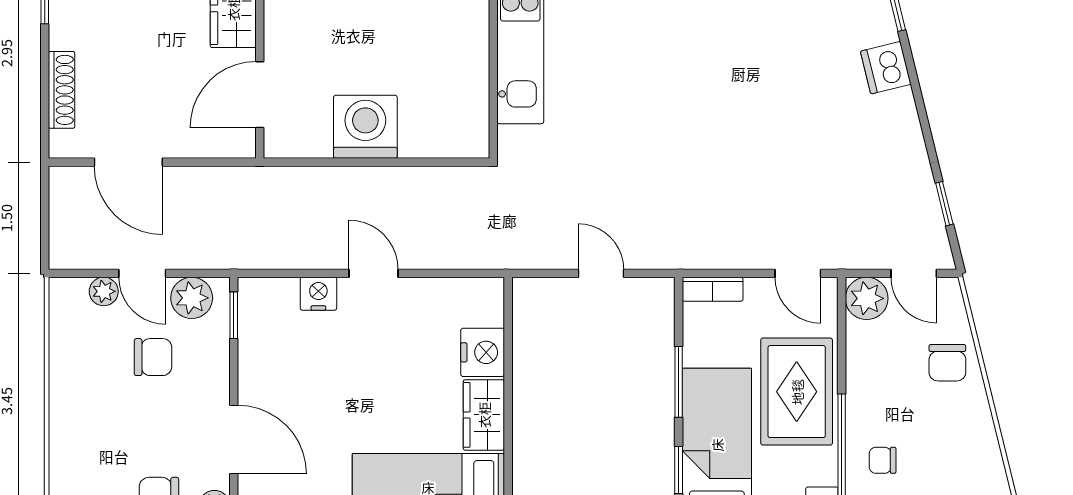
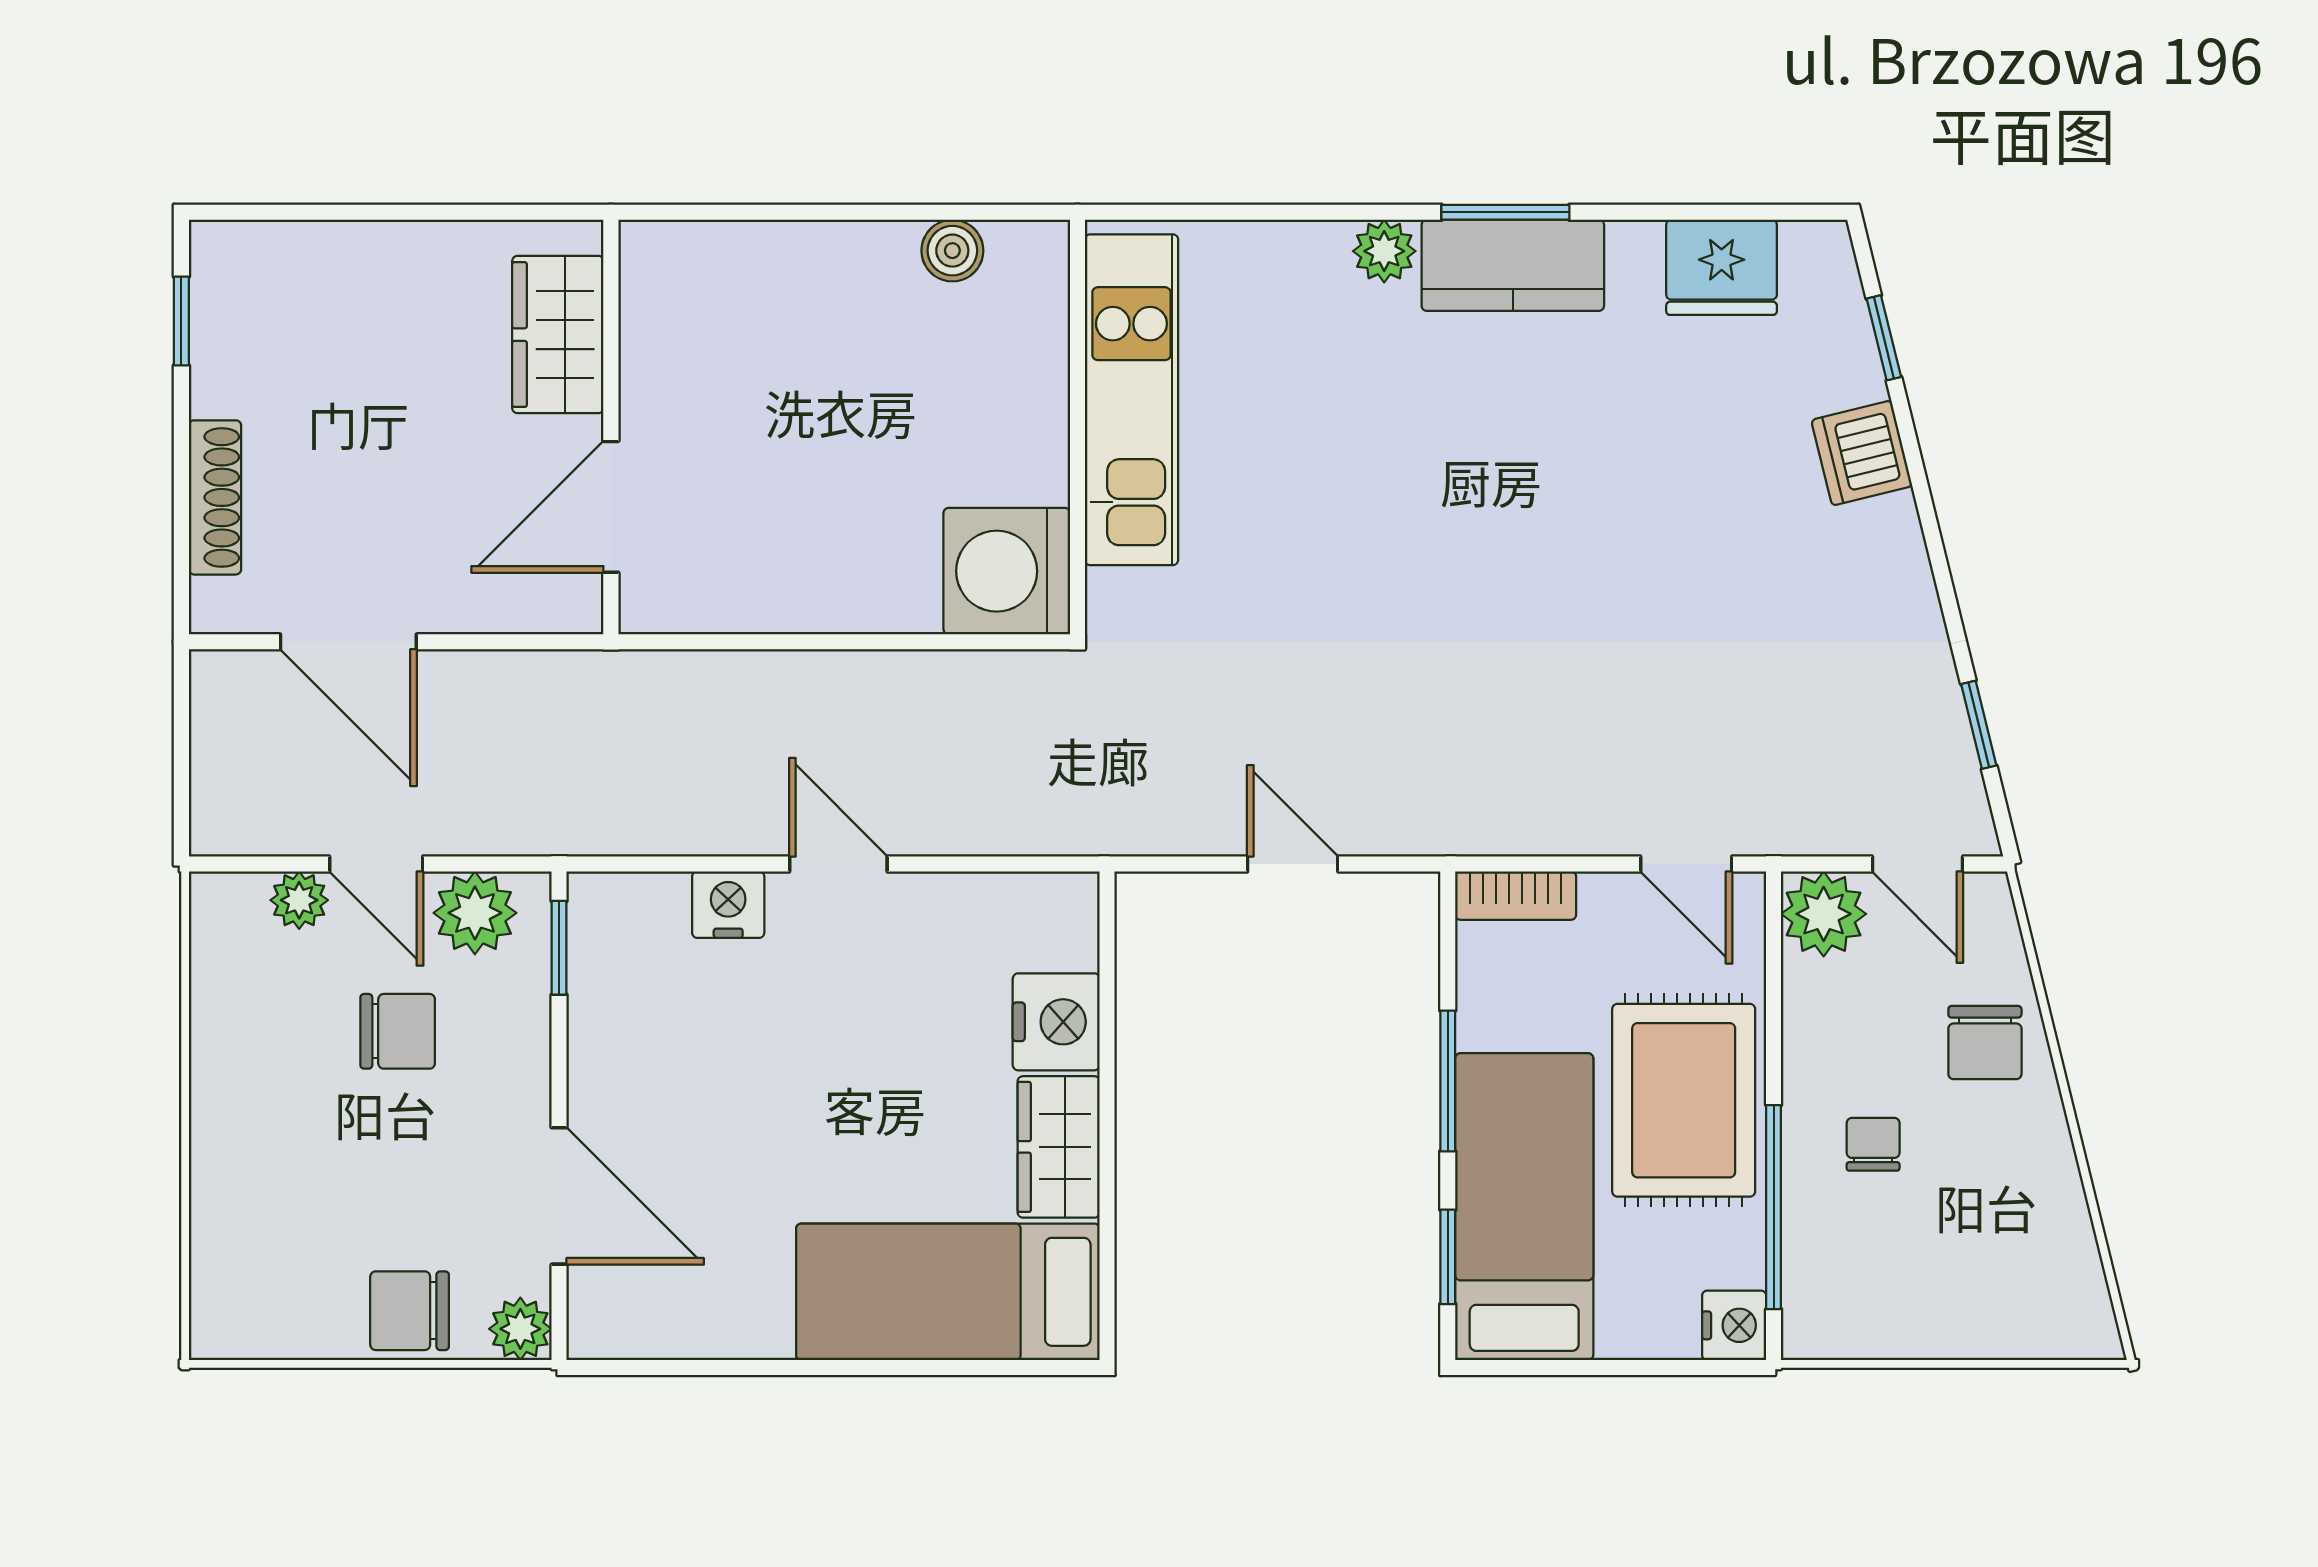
washing machine: (365, 127) -> (1007, 571), moved, turned -90
chair: (883, 460) -> (1873, 1144), moved, turned 90

